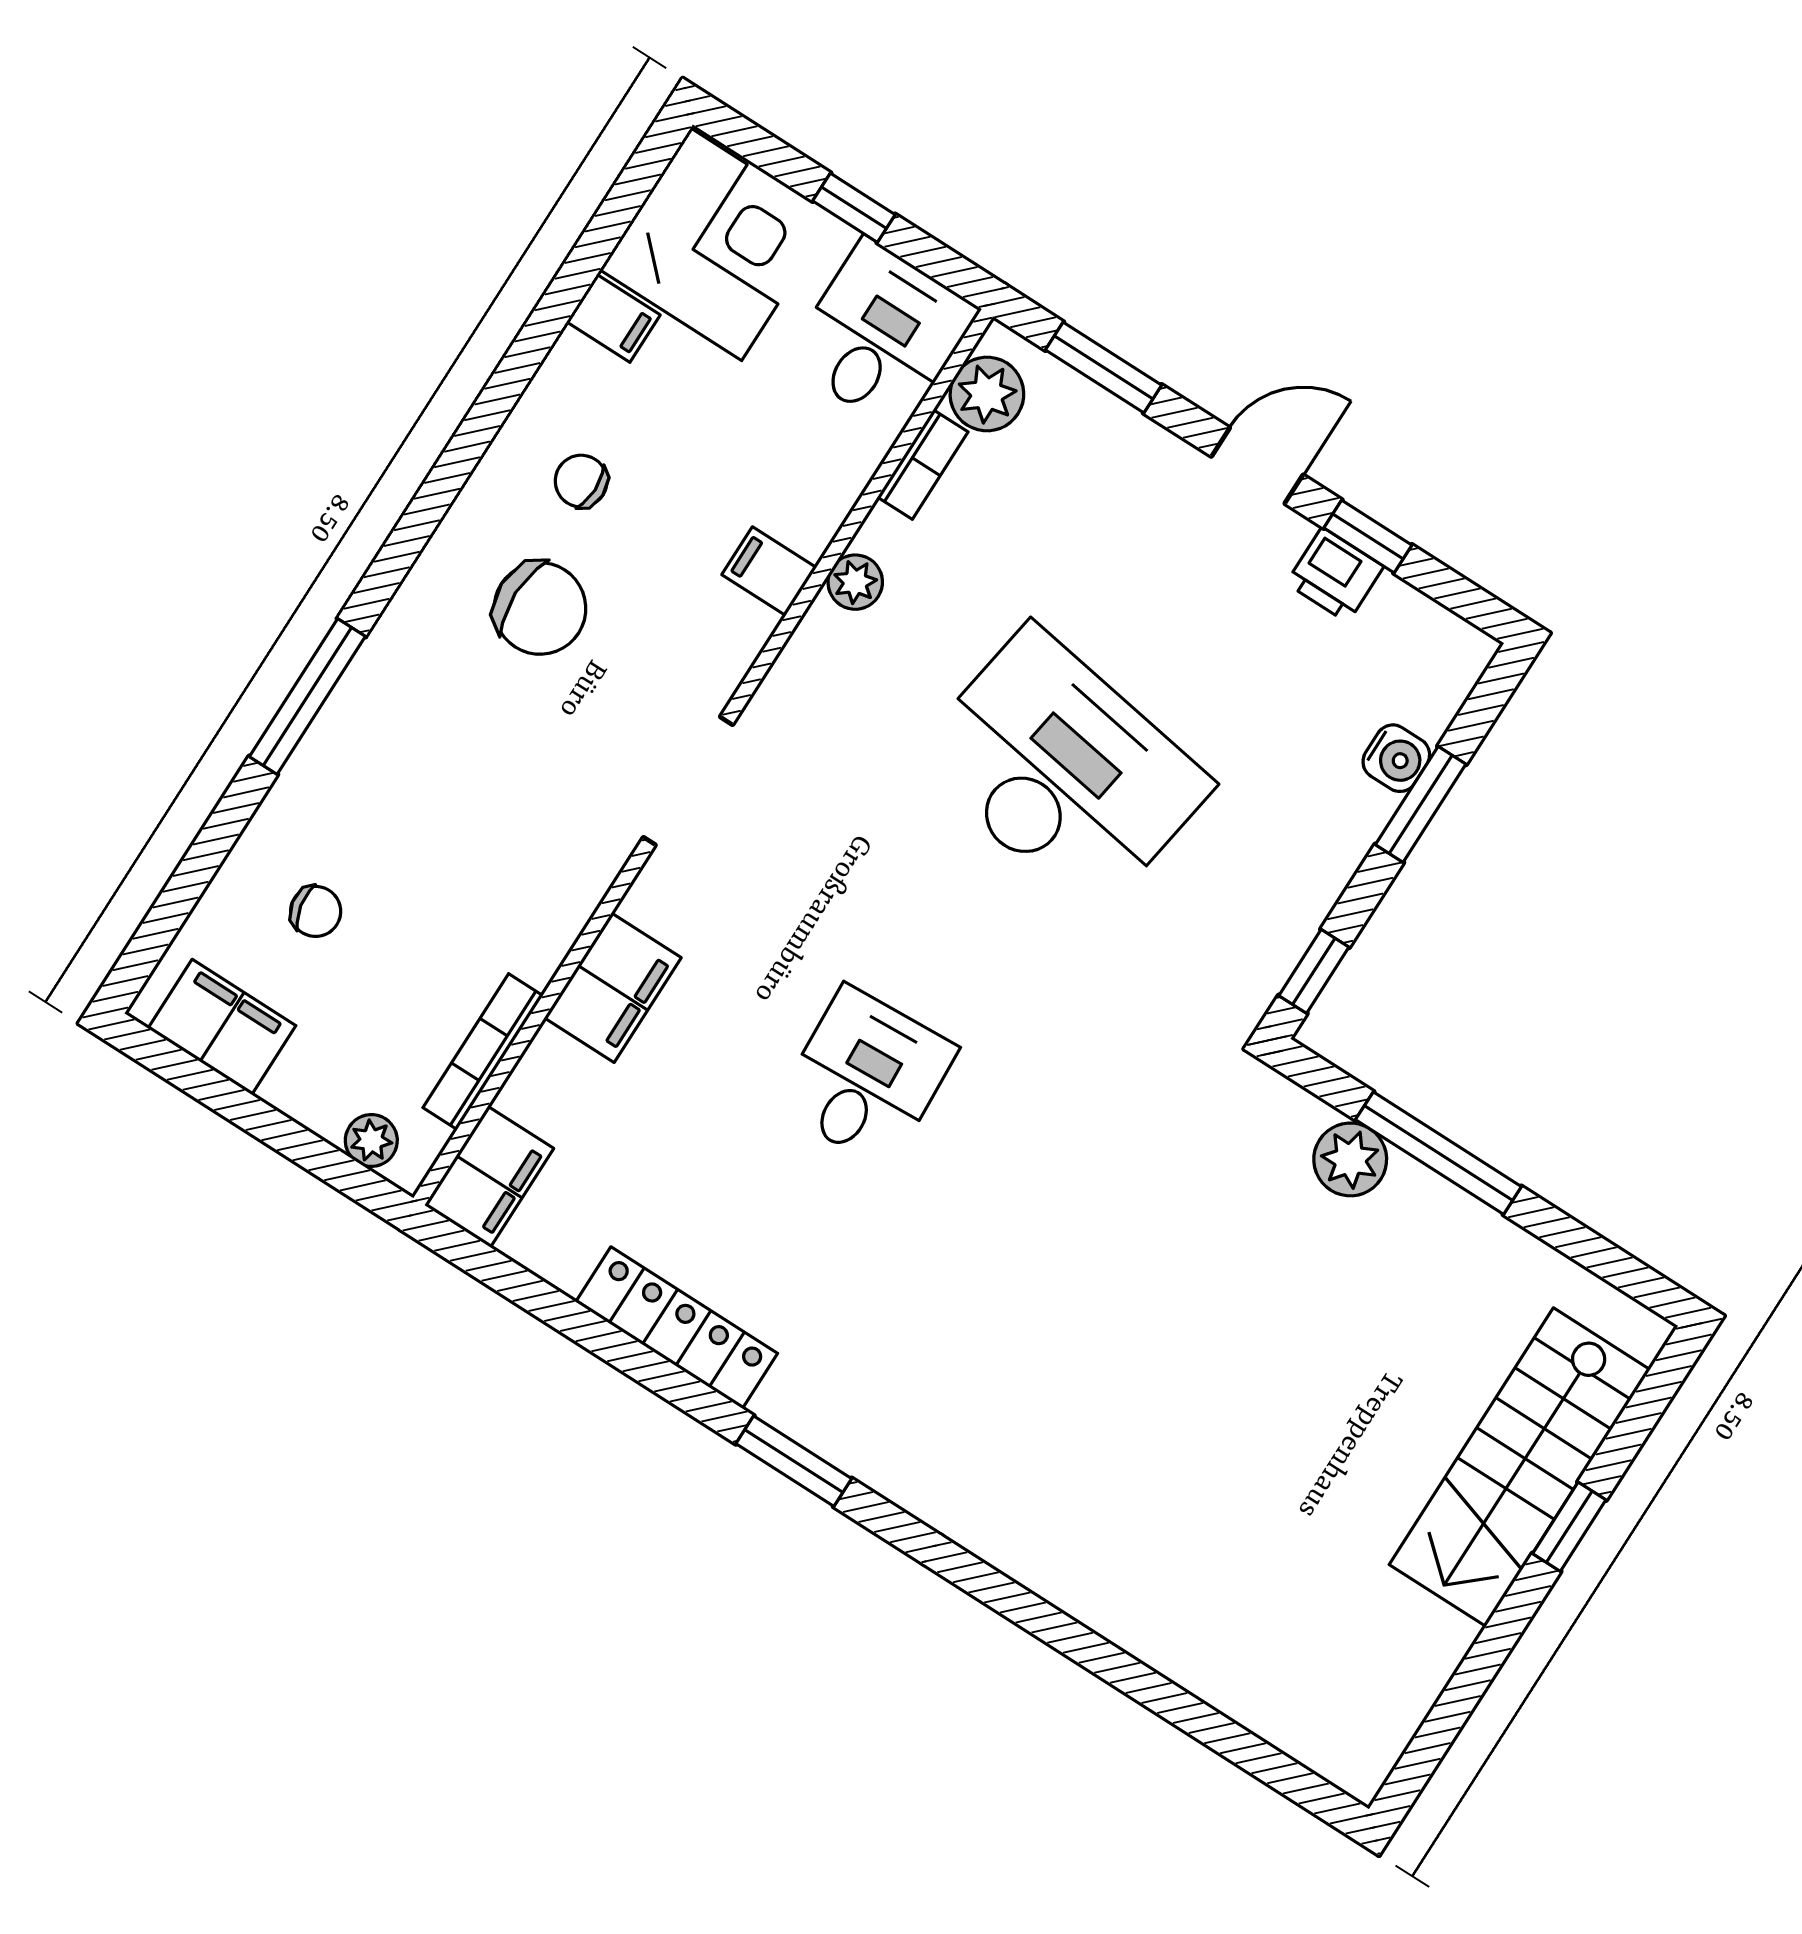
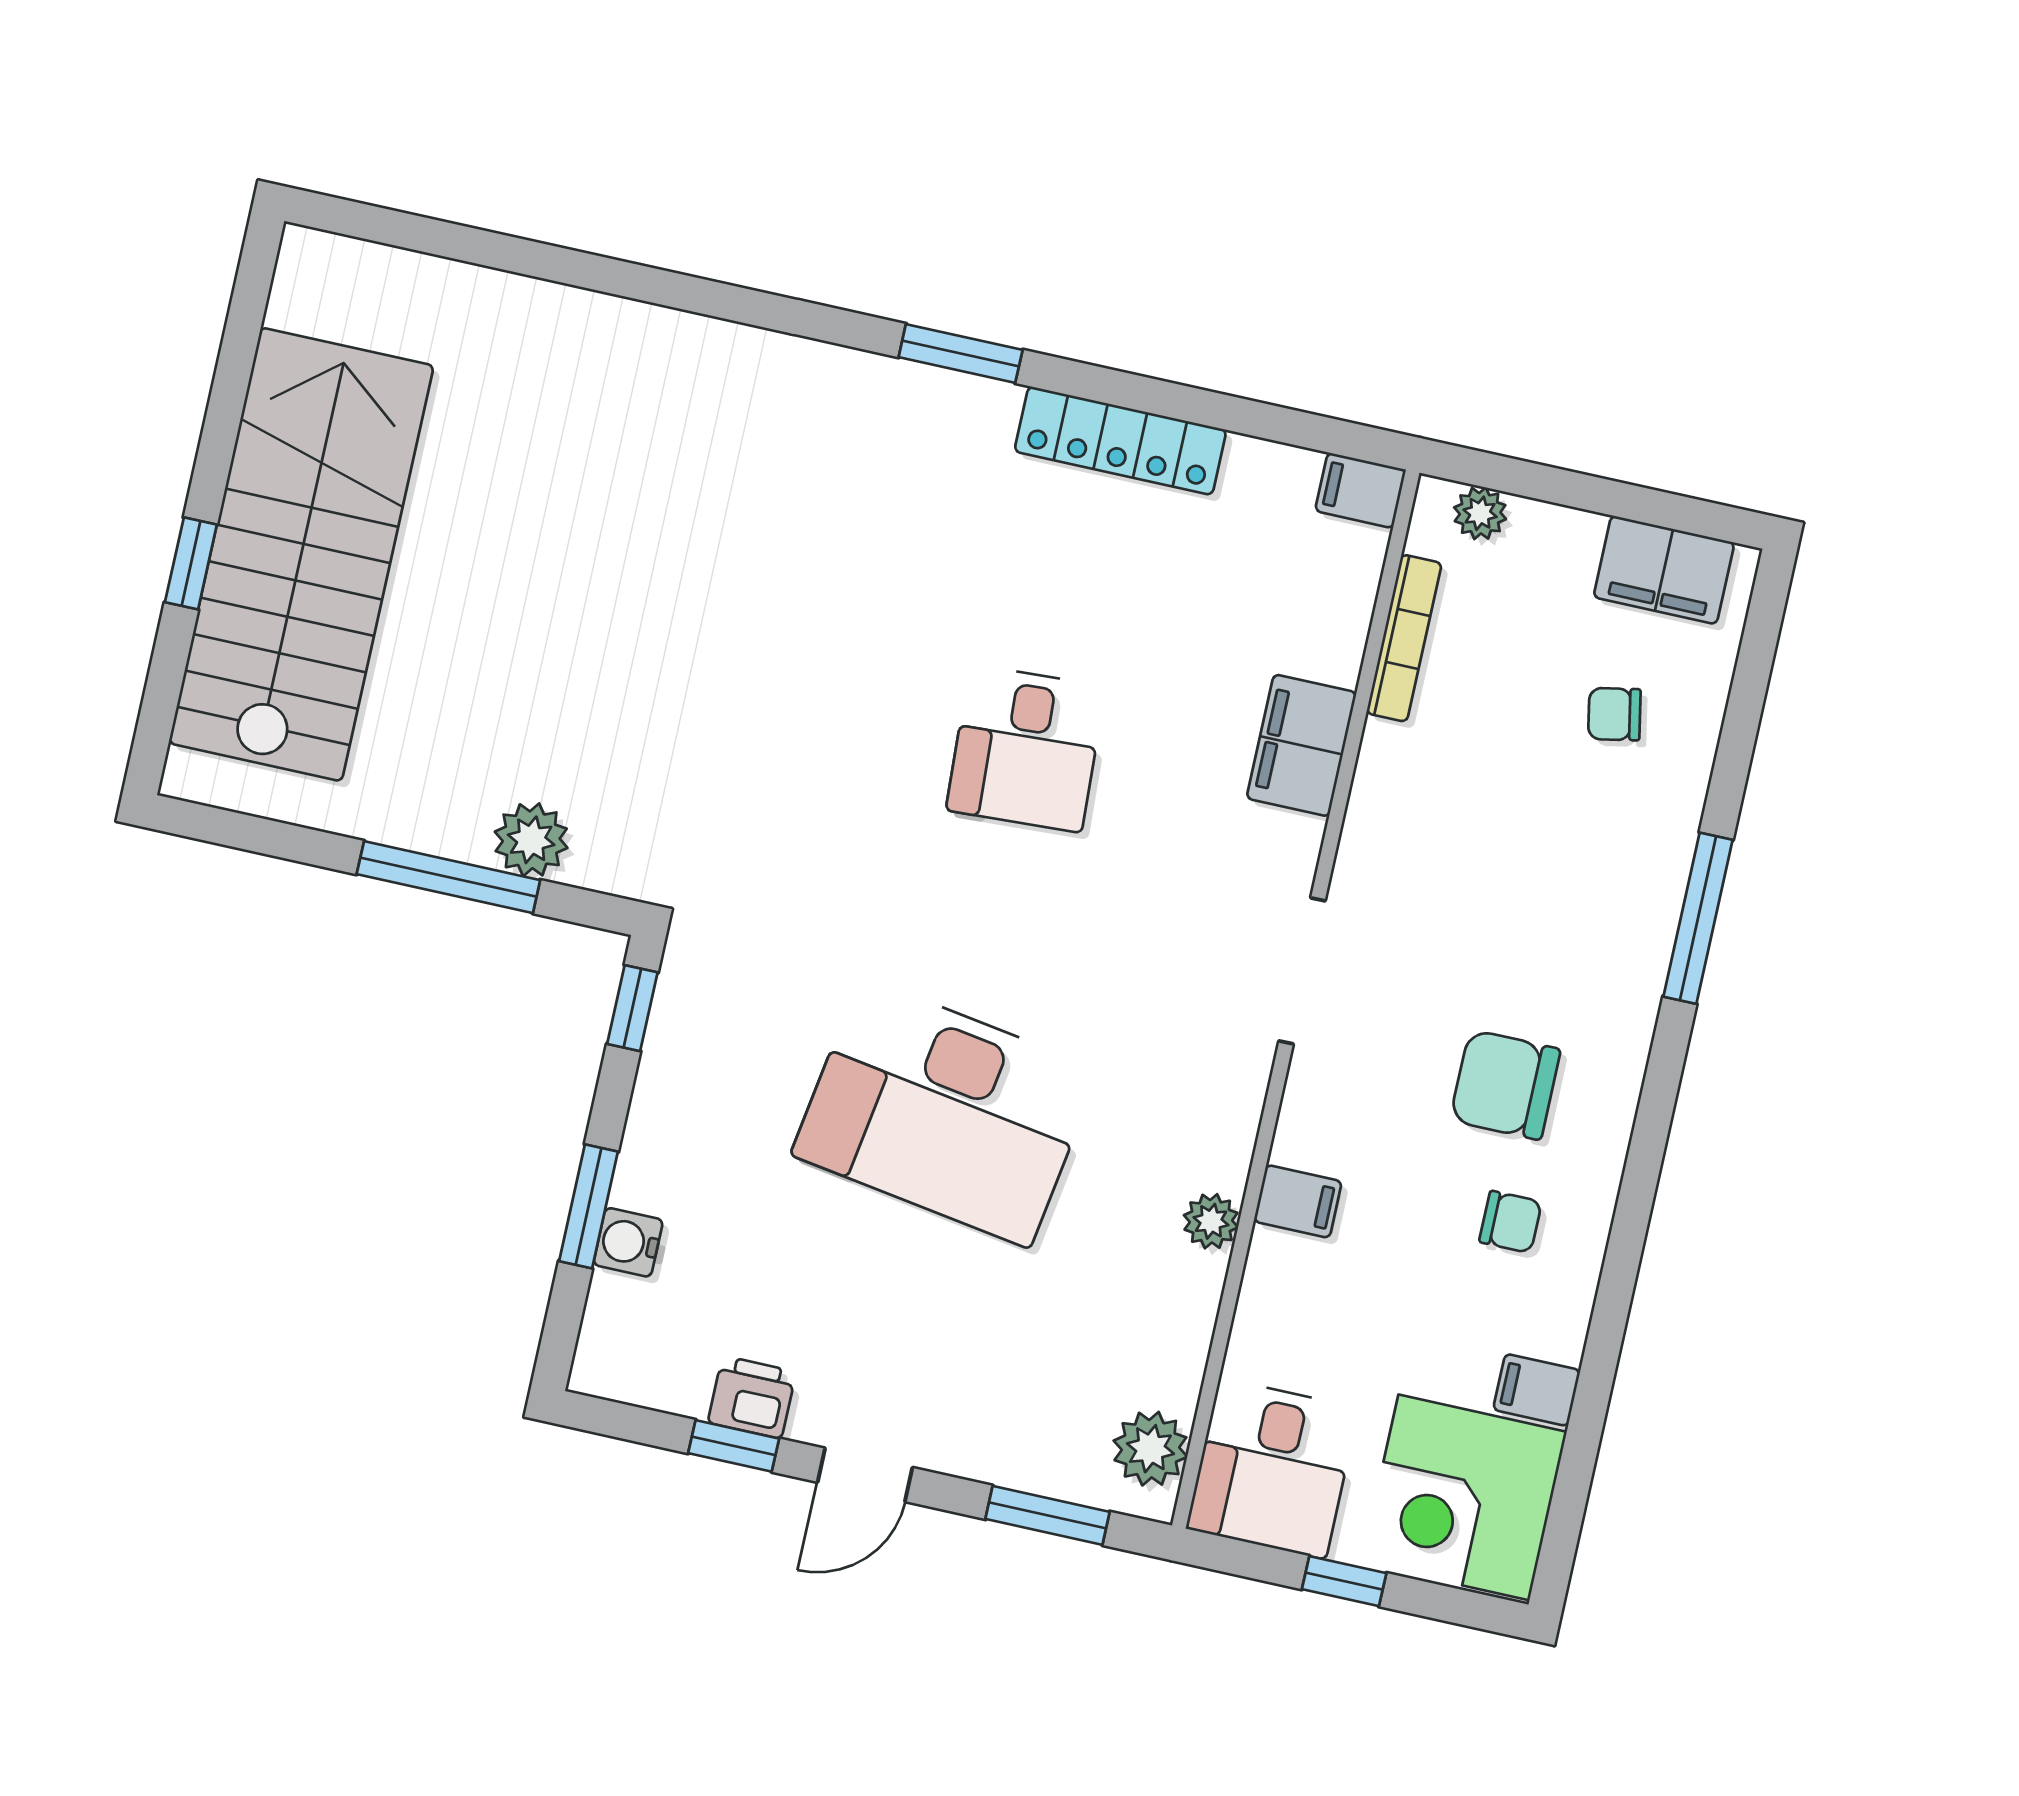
bookcase: (923, 465) -> (1187, 1358), removed
filing cabinet: (489, 1177) -> (1360, 490), width x0.50
stairs: (1520, 1467) -> (301, 554), width x1.36, depth x1.51

